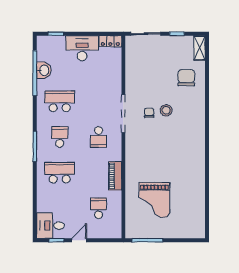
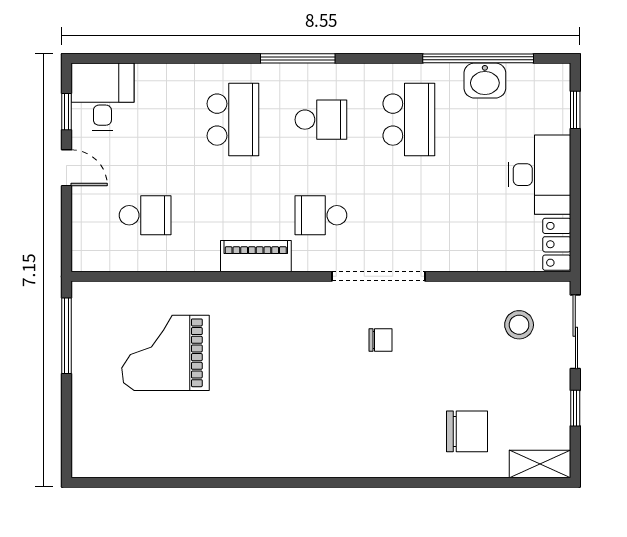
stool: (166, 110) -> (519, 325), moved
piano: (115, 176) -> (256, 256), moved

